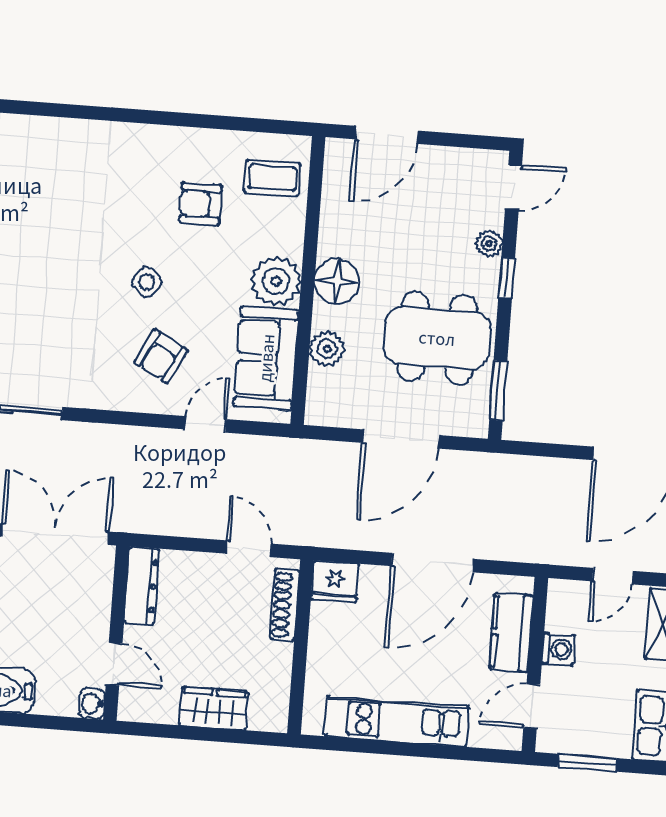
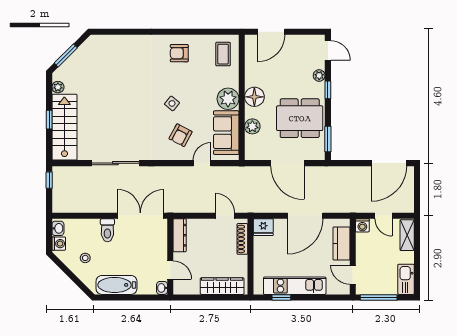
coffee table: (272, 178) -> (223, 54), turned 90
door: (513, 187) -> (328, 50), hinge flipped
armchair: (201, 204) -> (179, 53), moved
door: (401, 439) -> (287, 163), hinge flipped
door: (613, 576) -> (384, 216), hinge flipped
washing machine: (558, 649) -> (362, 225), moved, turned 90
door: (532, 706) -> (353, 275), hinge flipped
wardrobe: (214, 709) -> (222, 286), width x1.50
window: (364, 746) -> (281, 297), added
window: (587, 763) -> (379, 297), width x1.44

